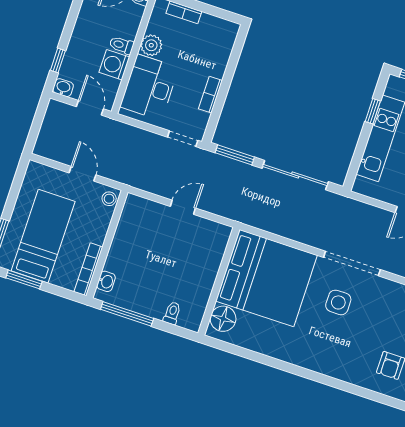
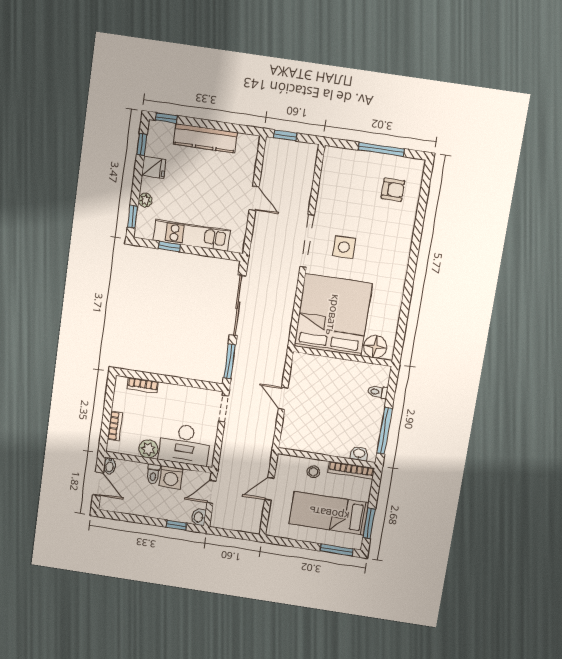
bookcase: (210, 95) -> (143, 385), moved
stool: (109, 199) -> (313, 472), moved

